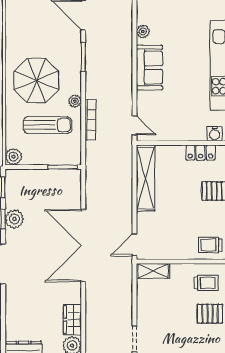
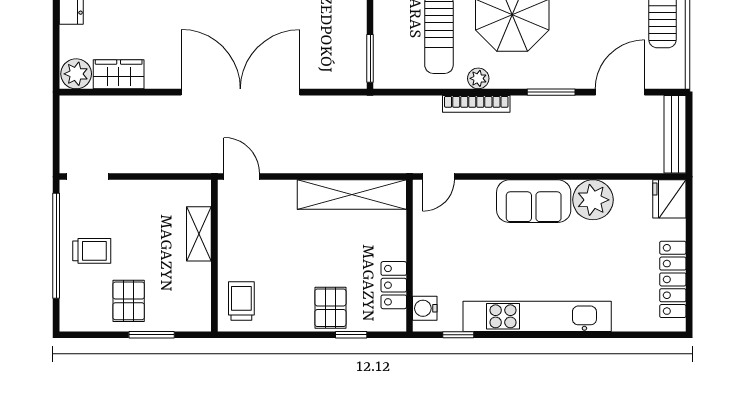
plant: (143, 31) -> (593, 200), width x1.87, depth x1.87
bookcase: (90, 120) -> (476, 104), moved
shelving: (153, 271) -> (199, 234), moved
trolley: (206, 283) -> (92, 251), moved, turned -90

